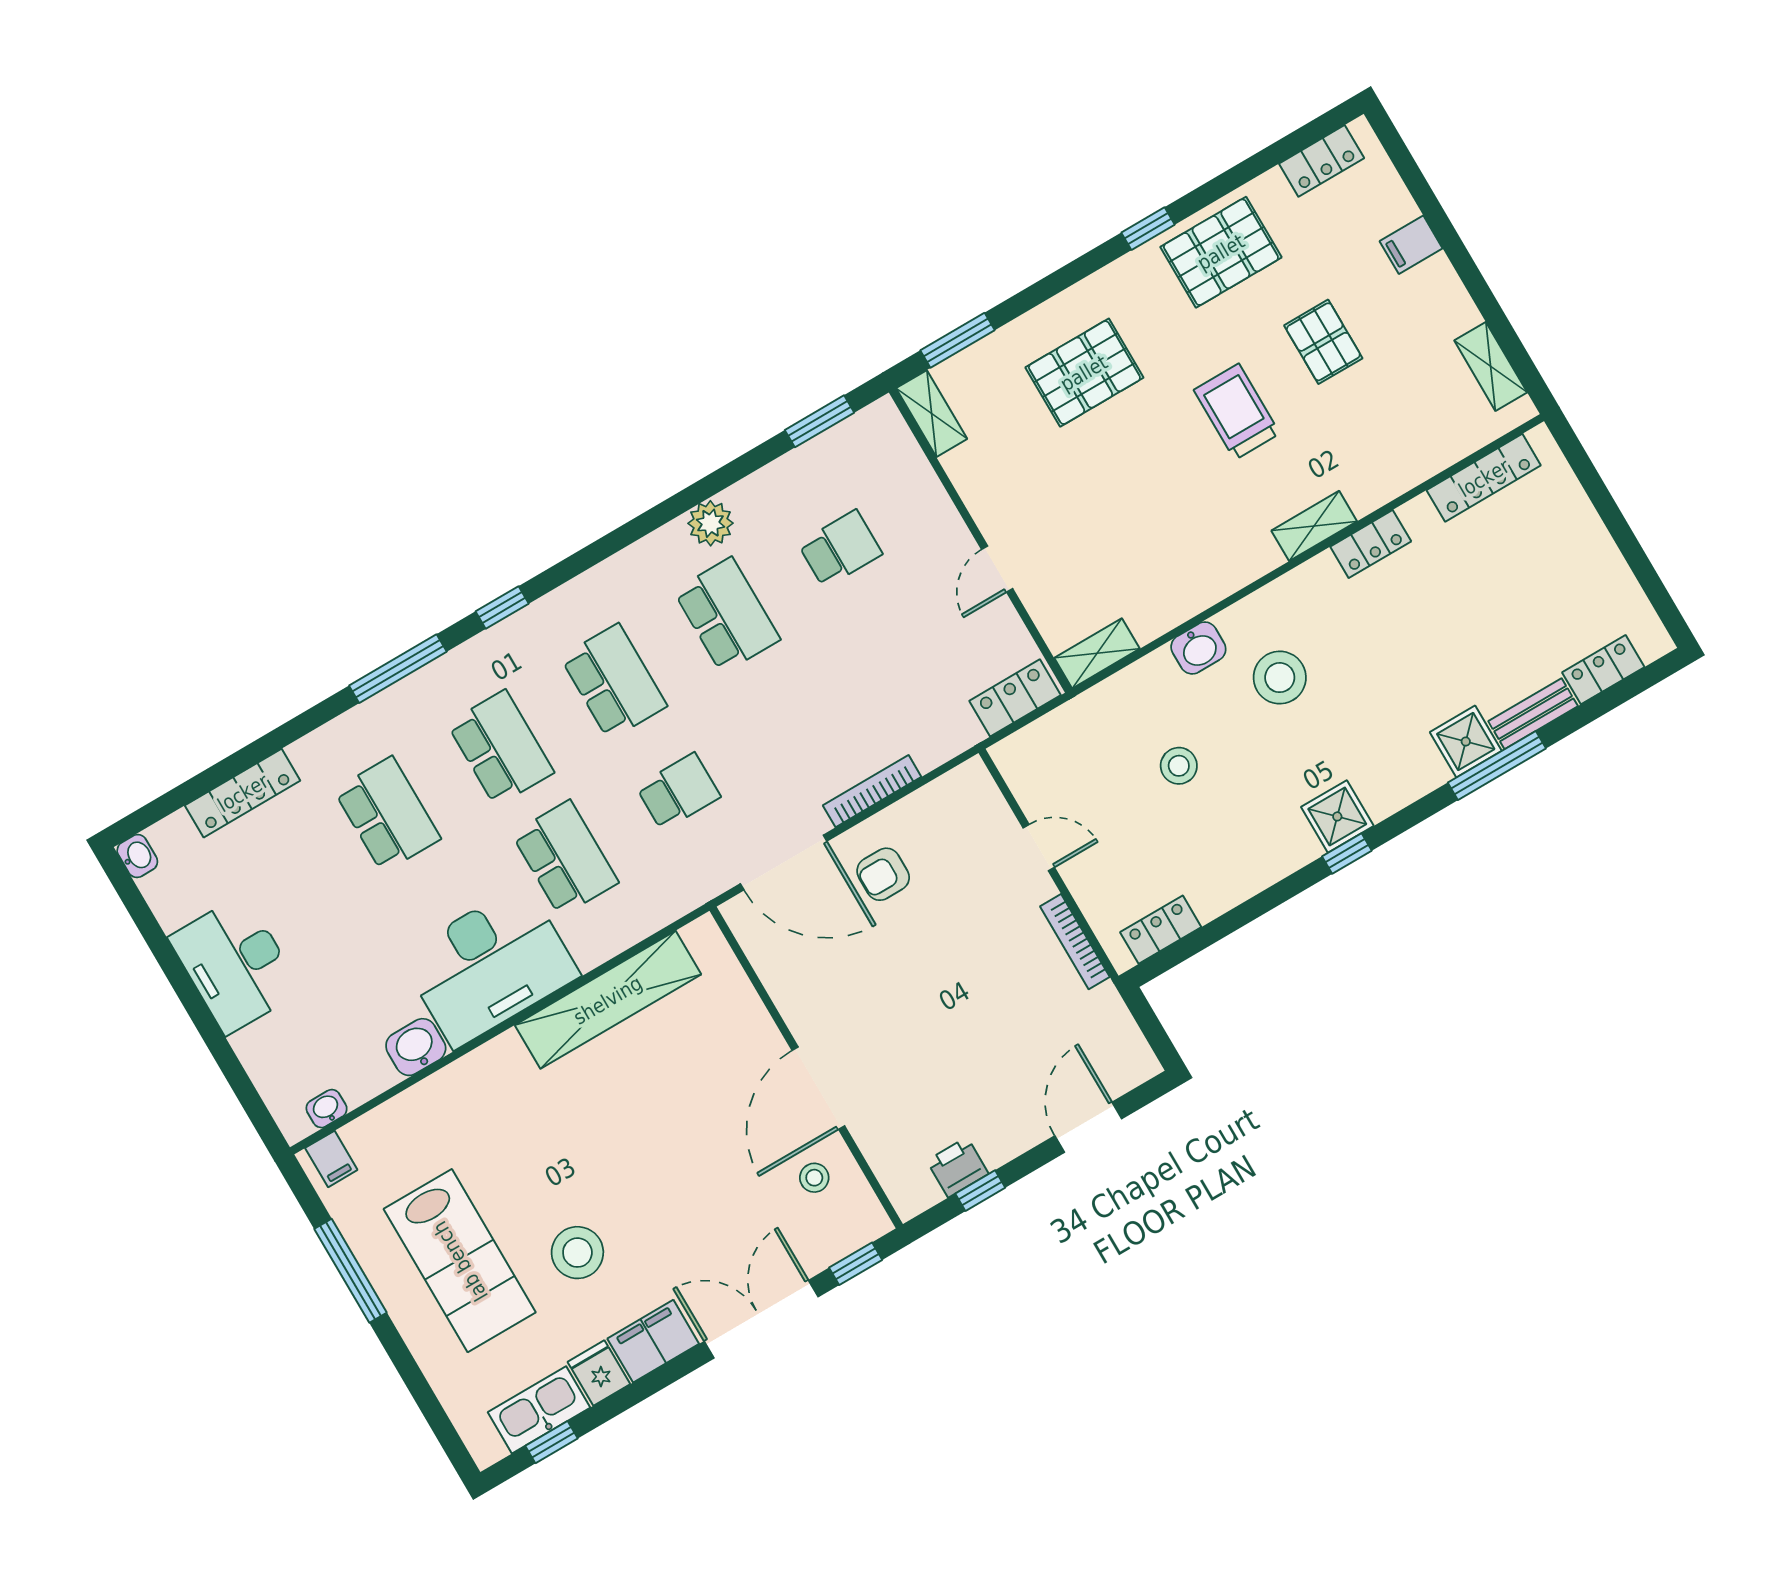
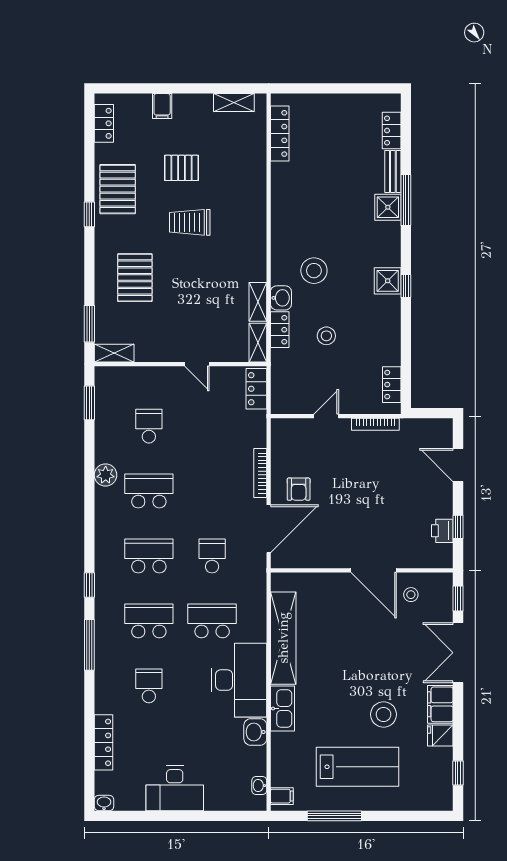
shelving: (1314, 526) -> (258, 302), moved
locker: (1371, 544) -> (280, 330), moved
school desk: (387, 814) -> (149, 686), width x0.54
kitchen sink: (539, 1410) -> (283, 709), moved, turned 180

